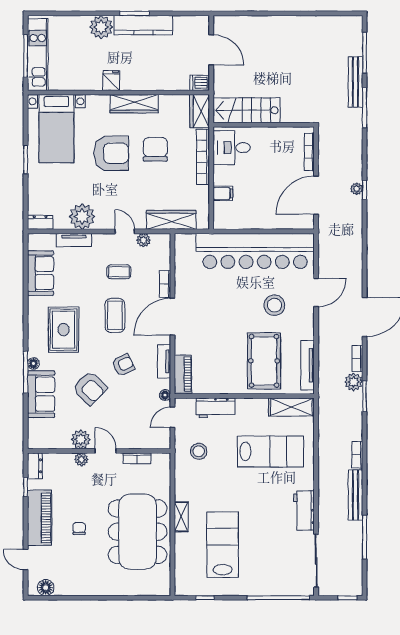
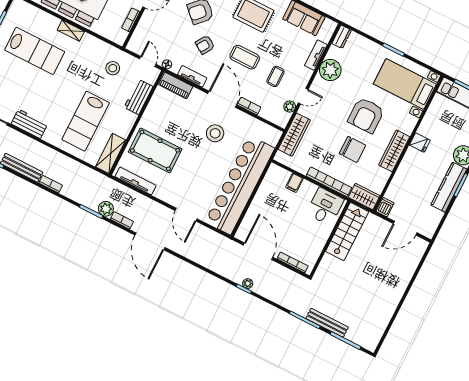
stool: (274, 305) -> (215, 133), moved
armchair: (123, 365) -> (205, 45), turned 59

